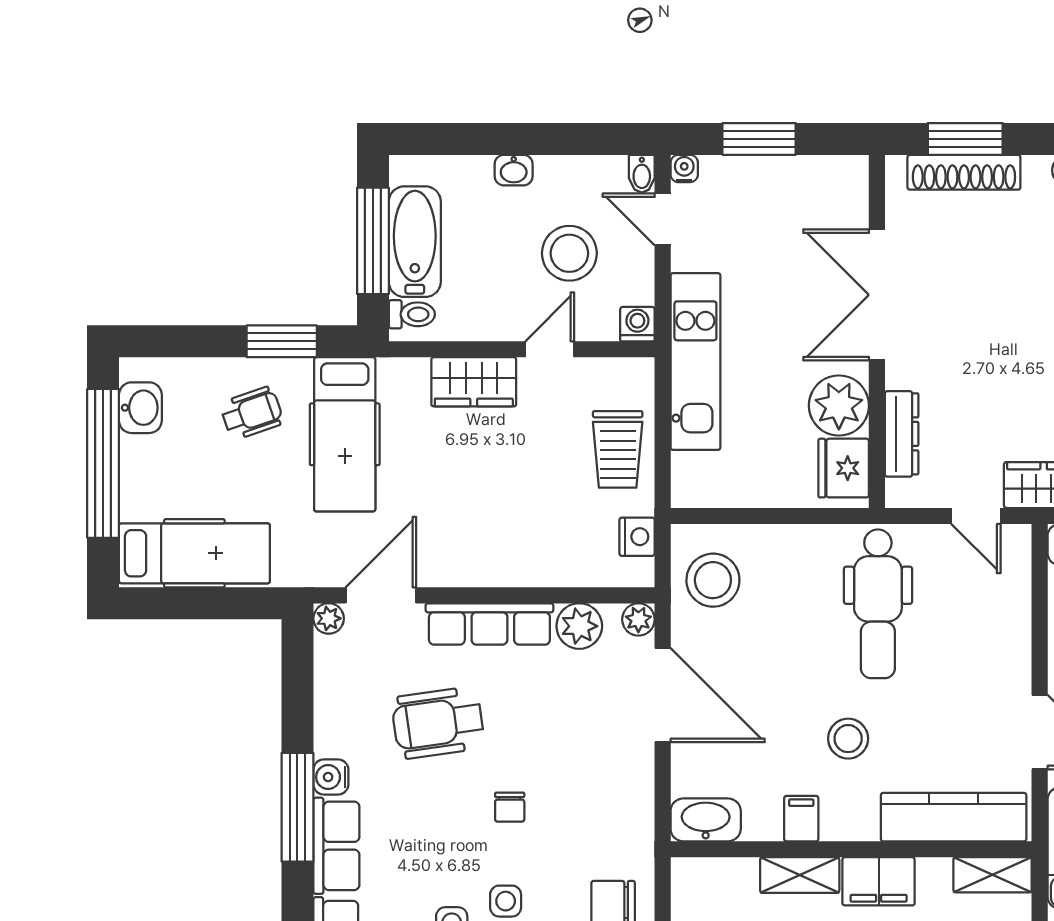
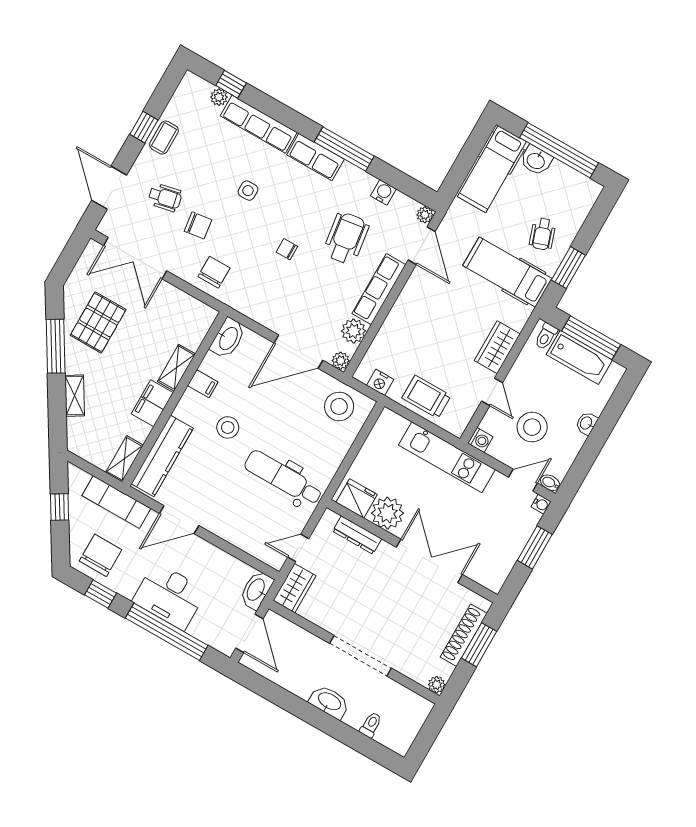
washbasin: (140, 408) -> (536, 160), moved
water cooler: (331, 777) -> (383, 192), moved
side table: (506, 901) -> (244, 222), removed

